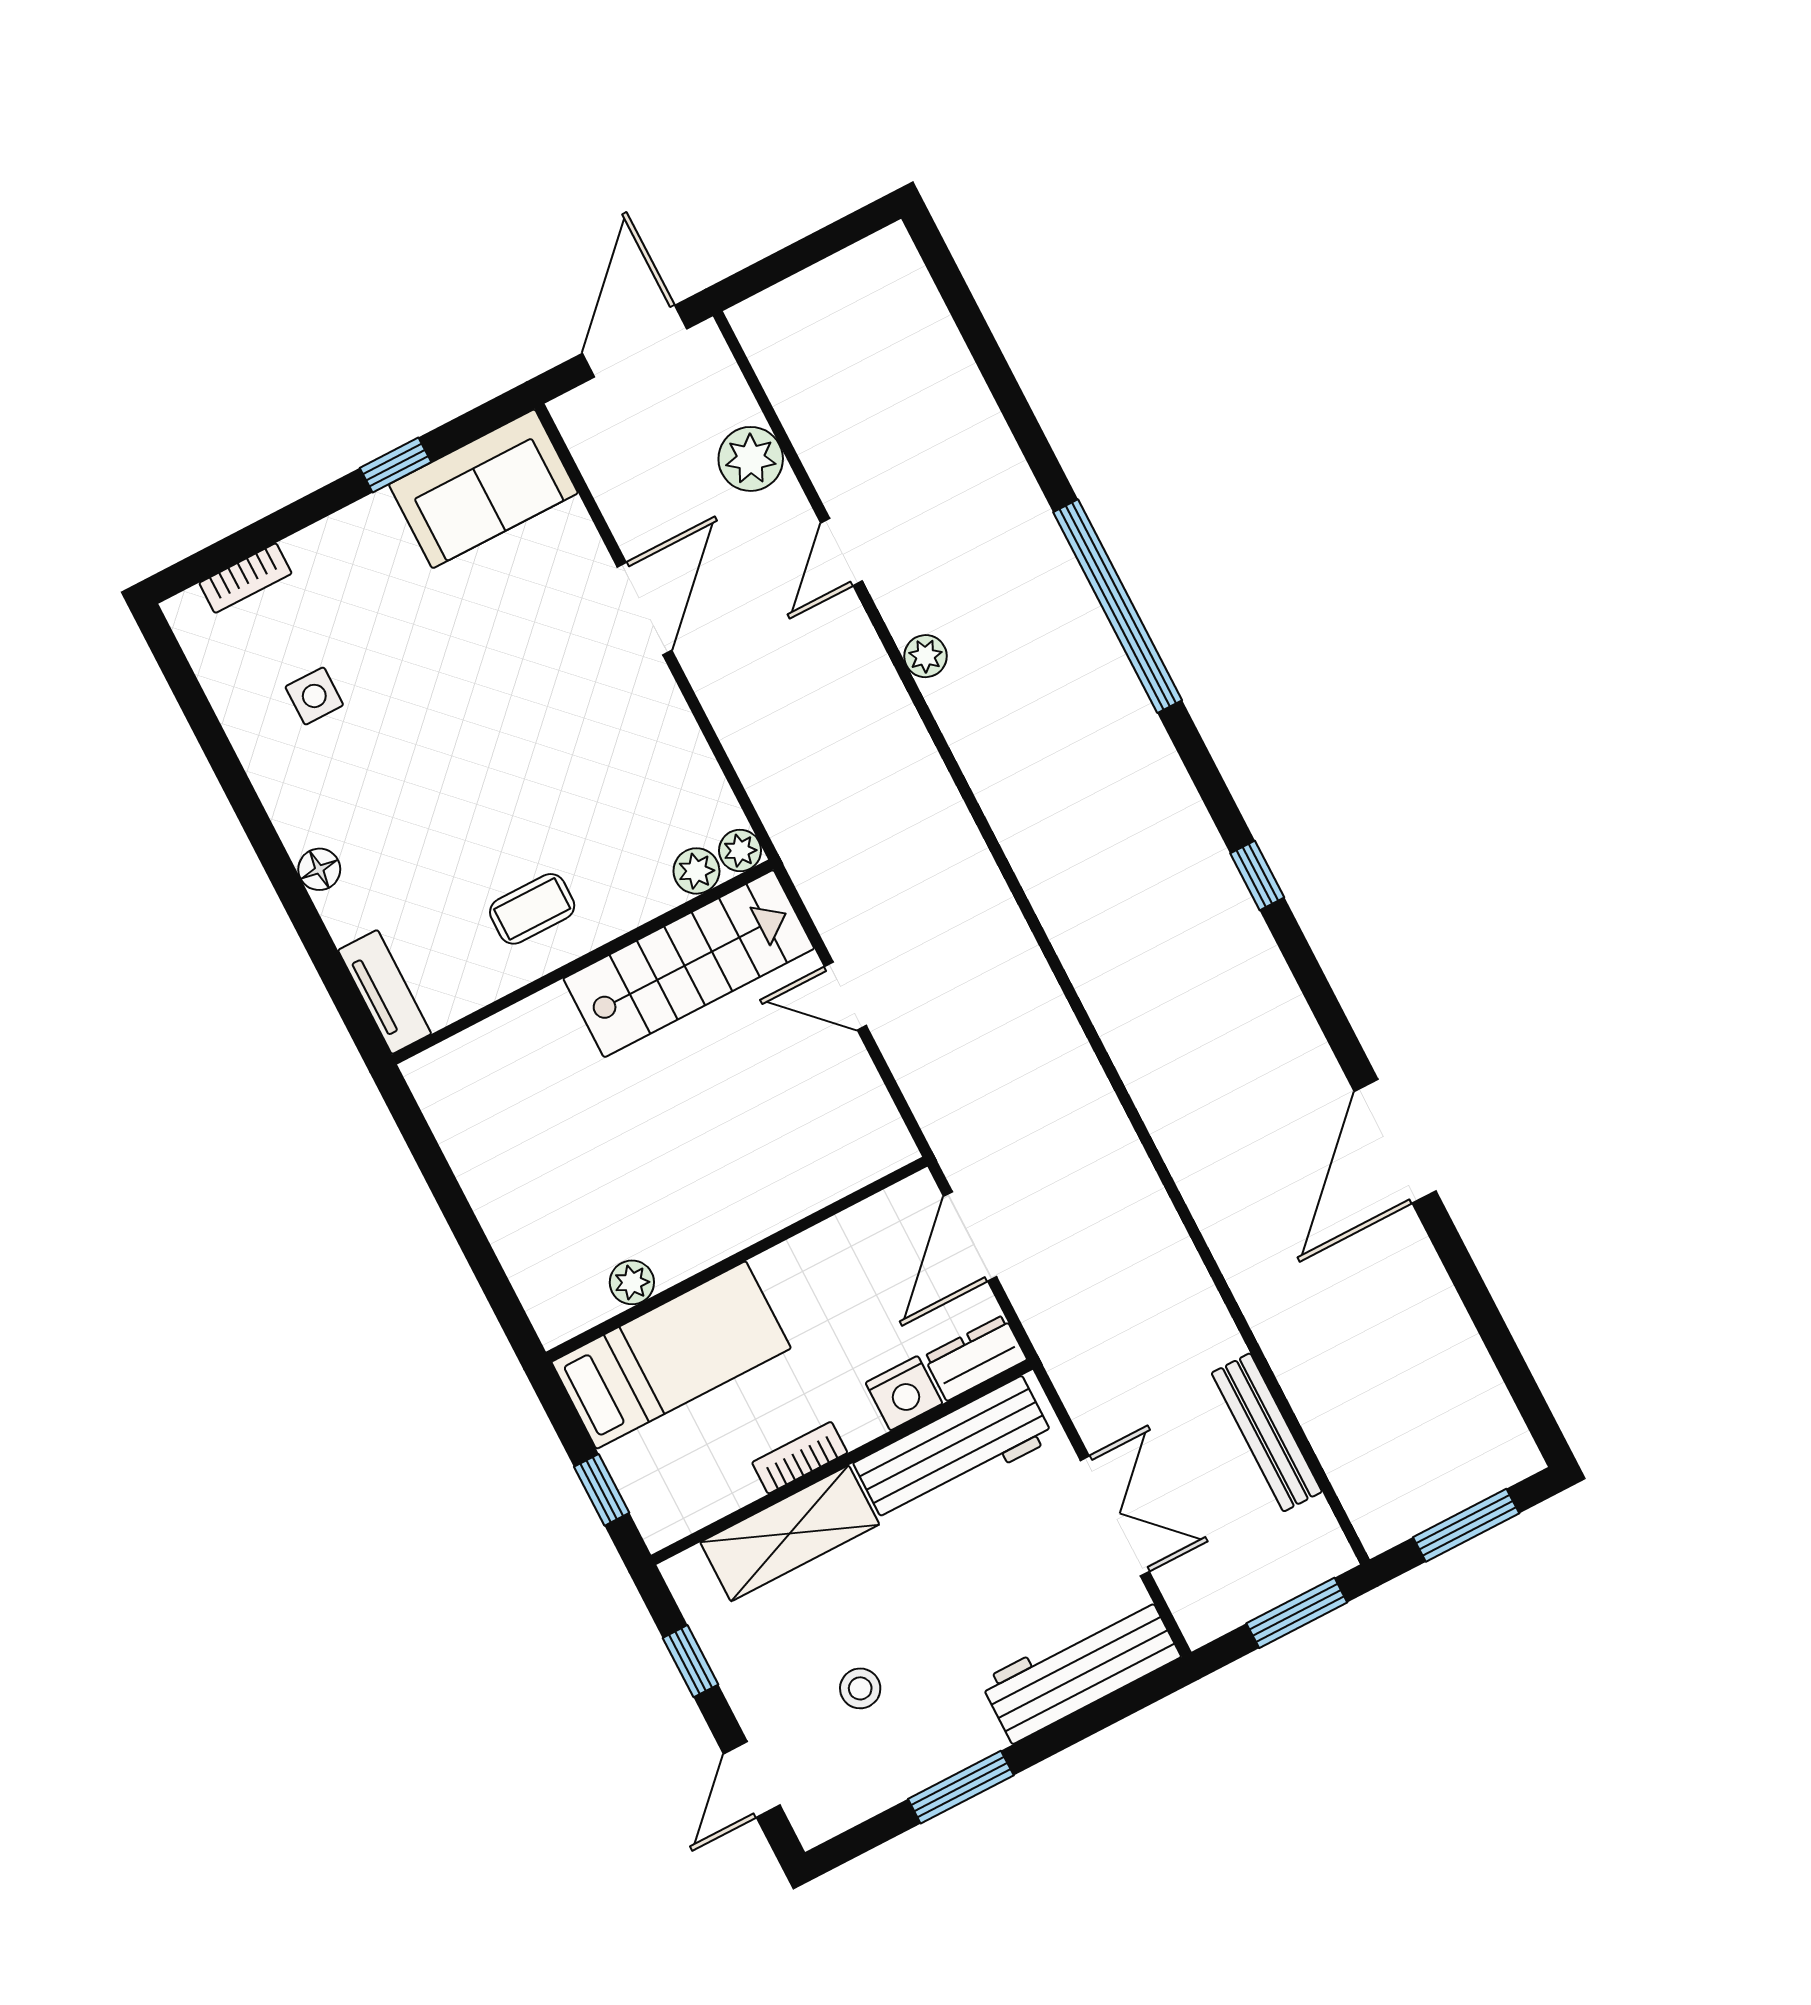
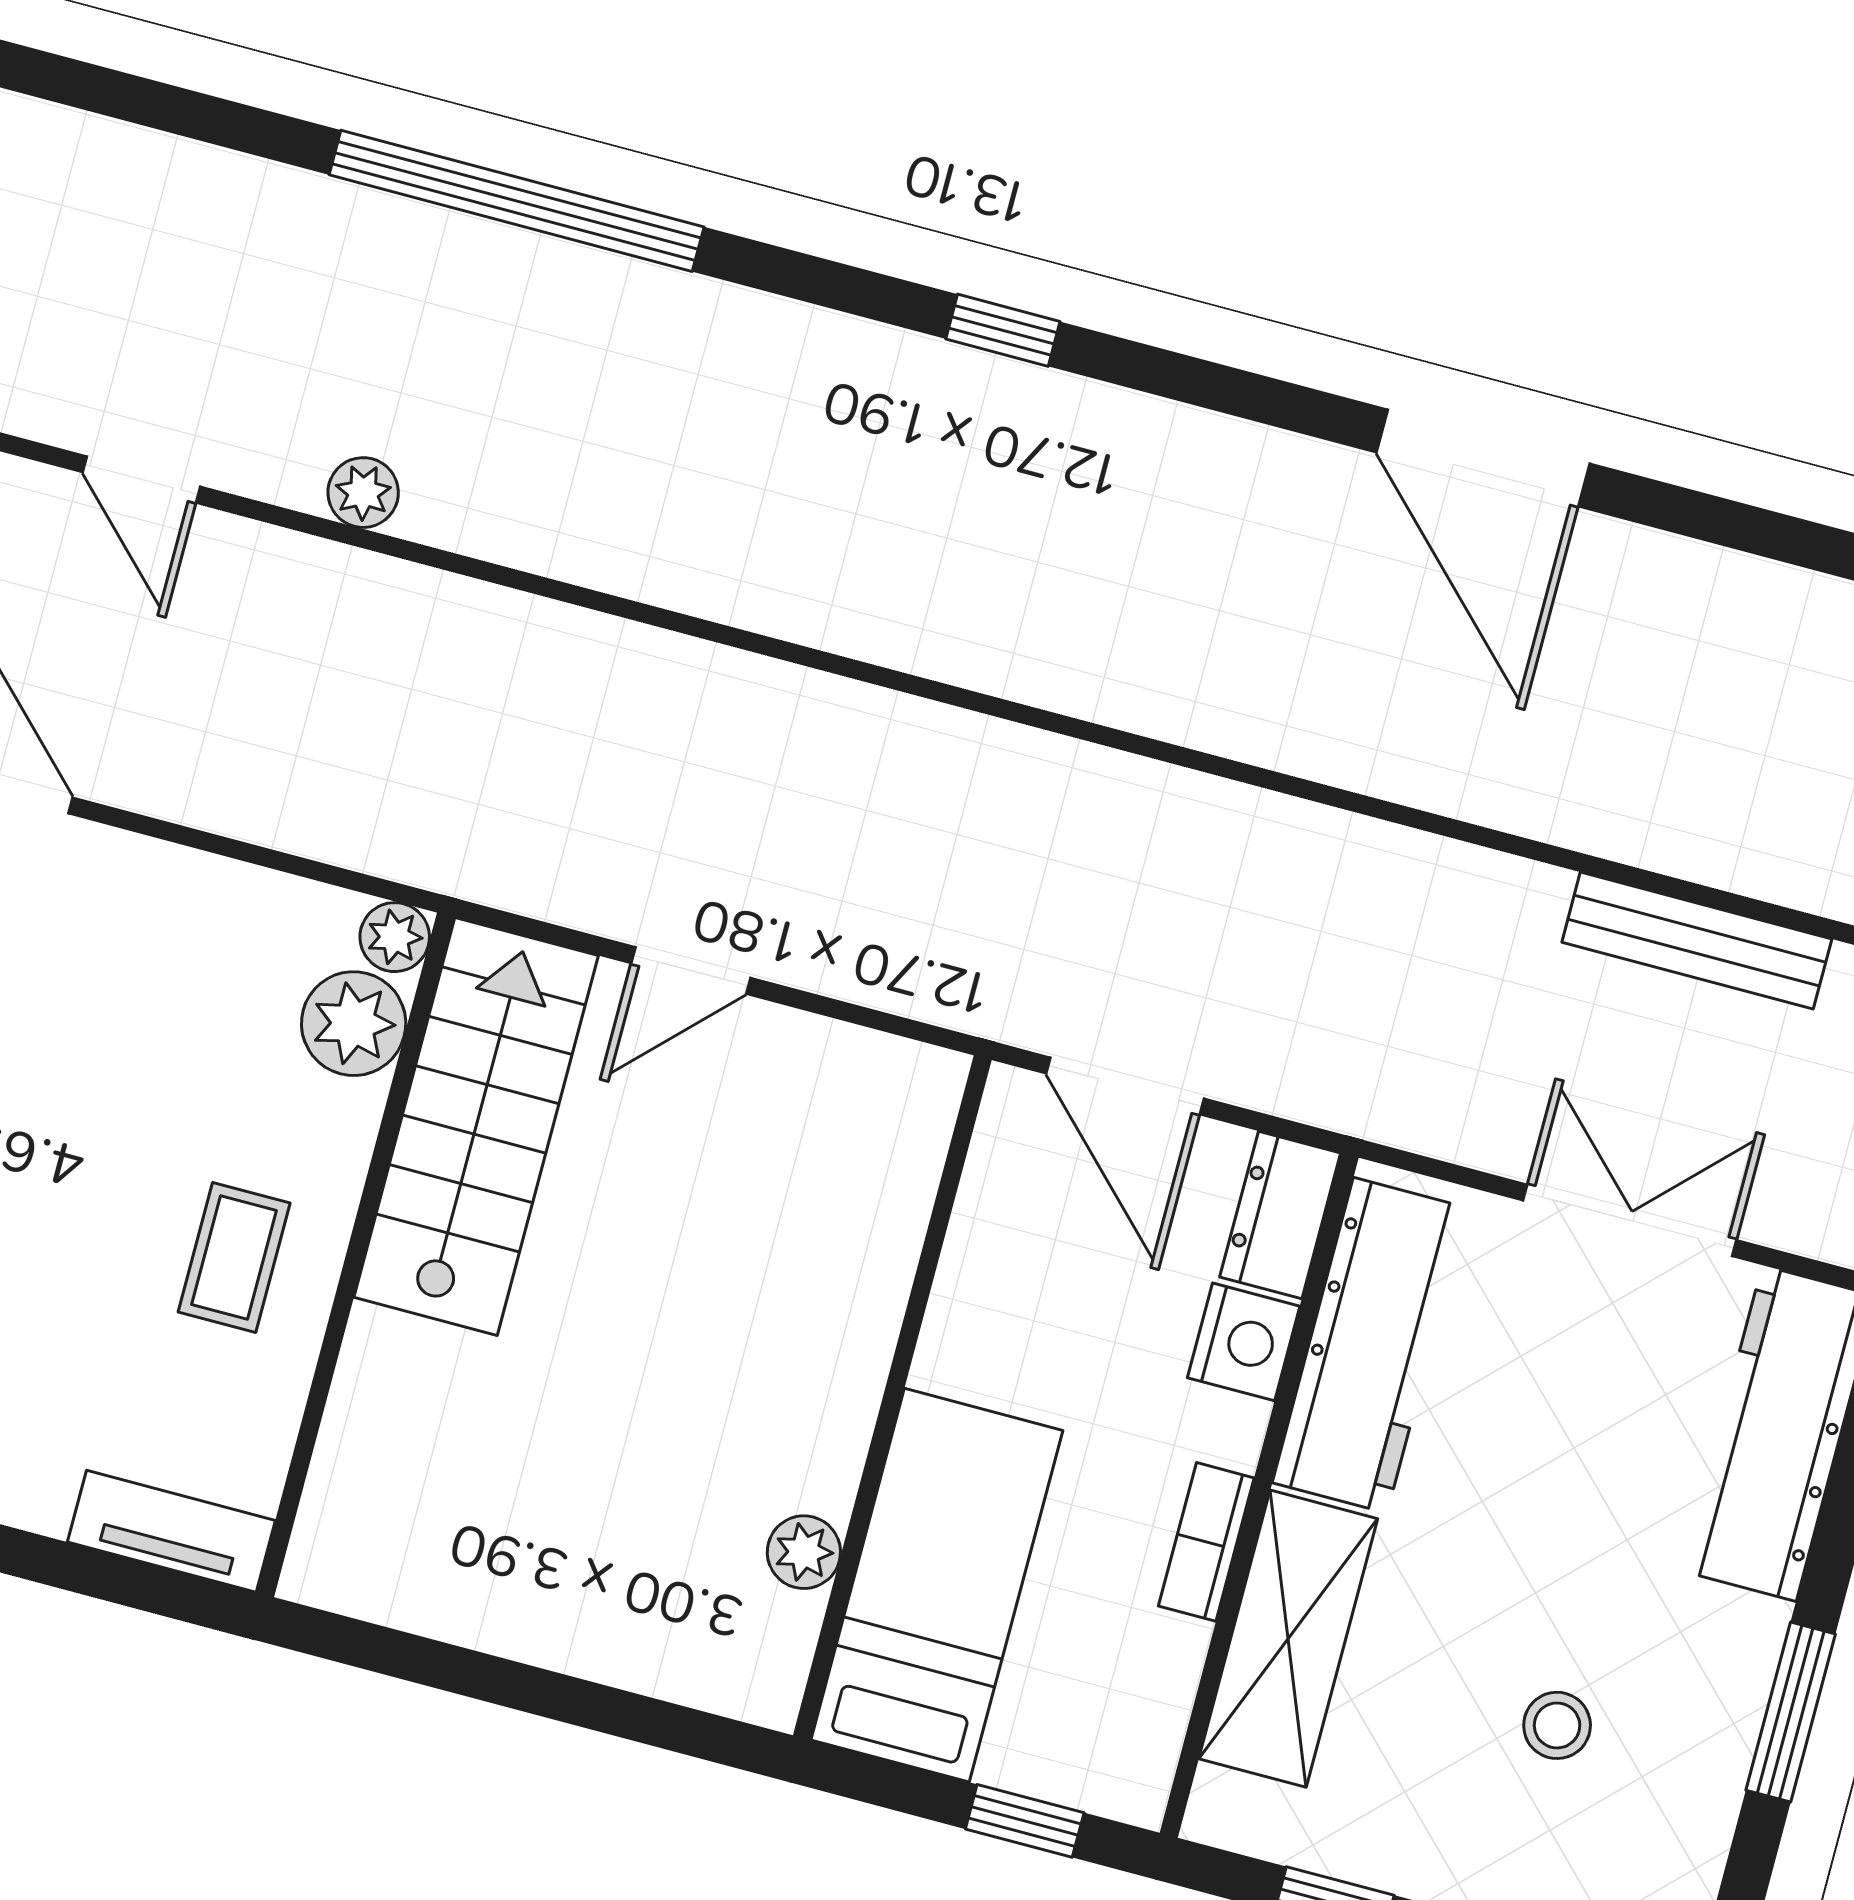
plant: (696, 871) -> (354, 1024), width x1.38, depth x1.38

